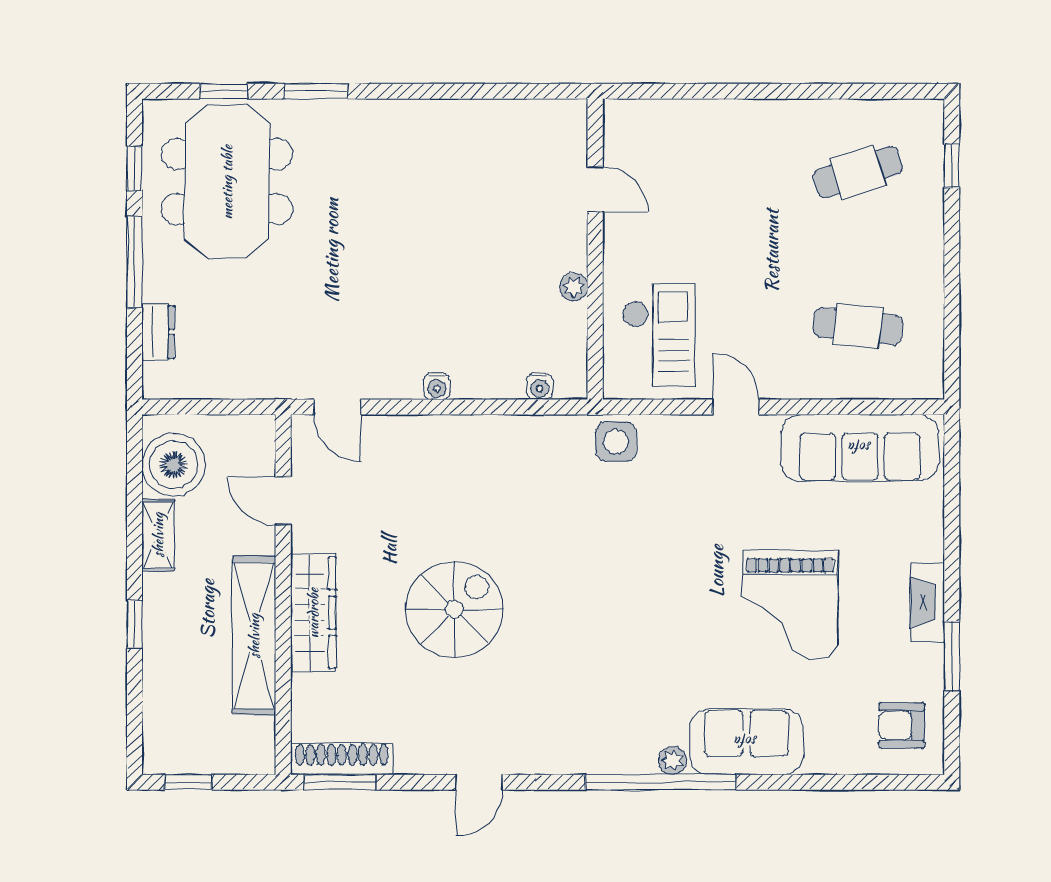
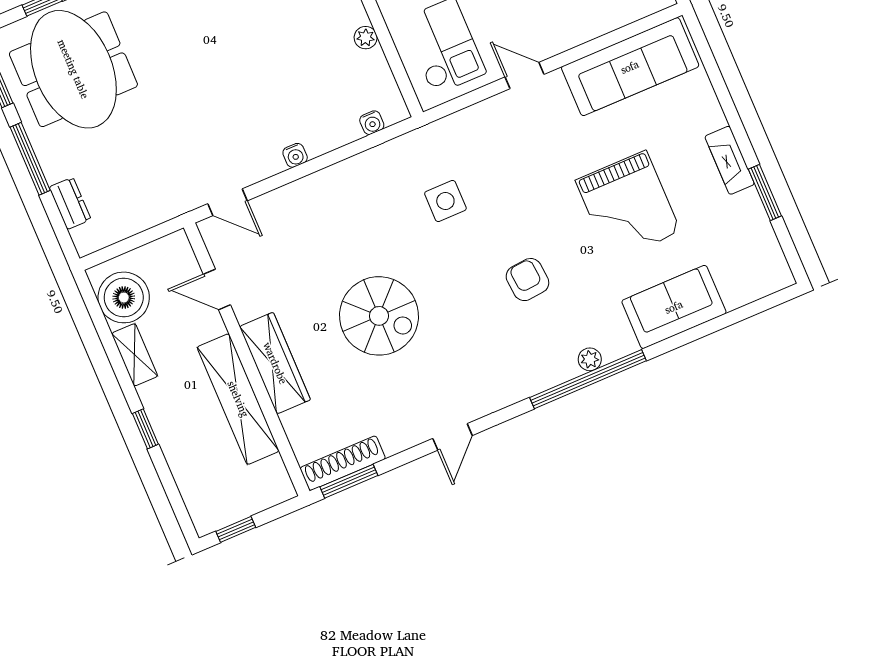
side table: (616, 442) -> (445, 201), moved
spiral stairs: (454, 609) -> (379, 316), turned 90
armchair: (902, 725) -> (527, 280), moved, turned 85
sofa: (746, 742) -> (674, 307), moved

